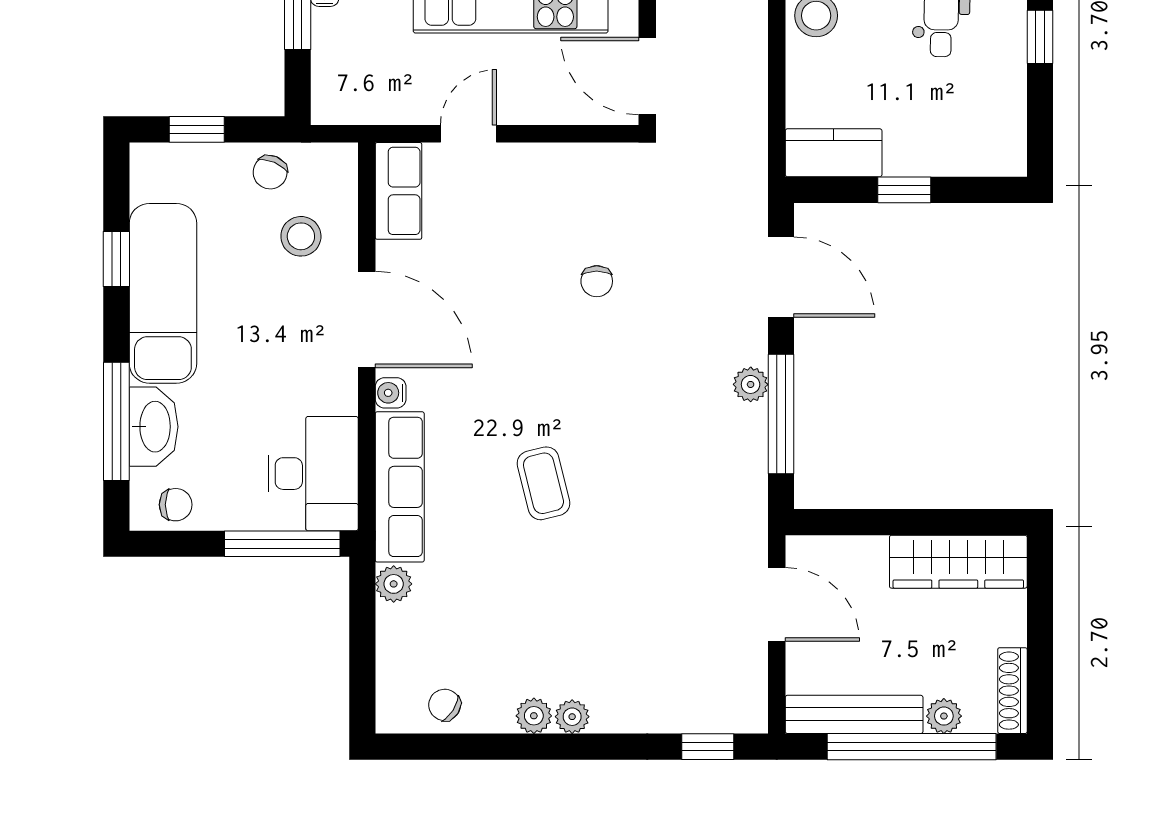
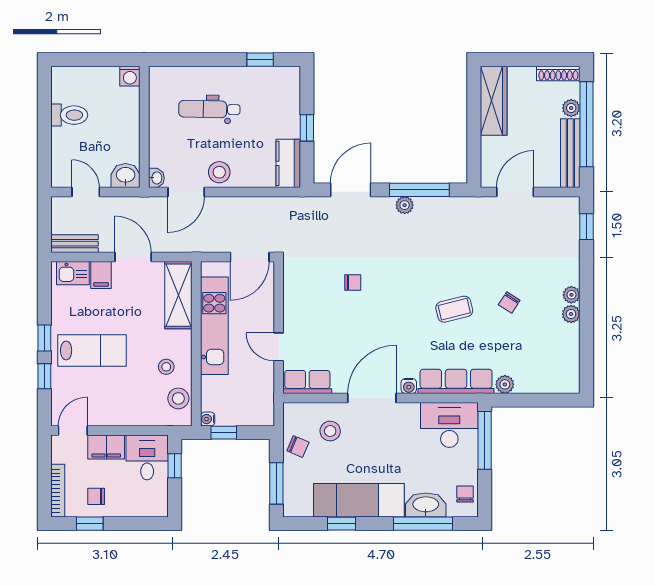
window: (1040, 37) -> (260, 60), moved
window: (197, 129) -> (276, 483), width x1.50
chair: (445, 705) -> (509, 303), moved

